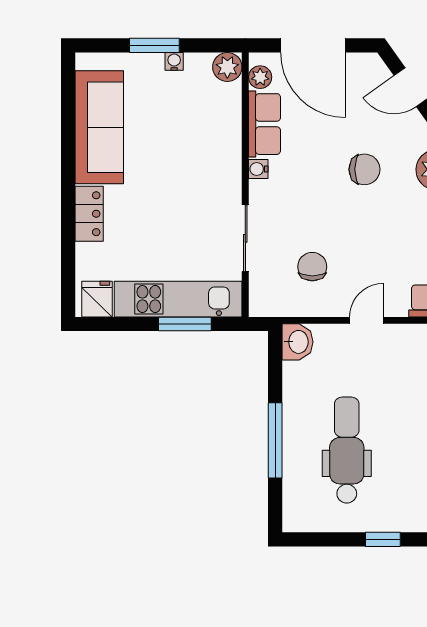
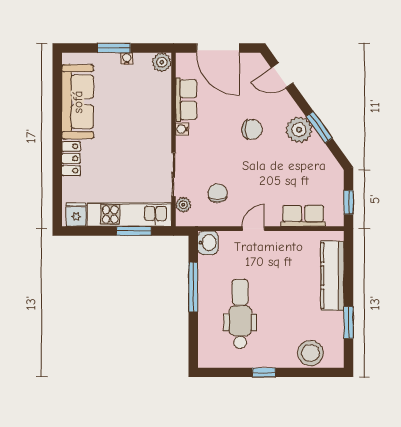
plant: (260, 77) -> (183, 205), moved
window: (275, 440) -> (193, 287), moved

